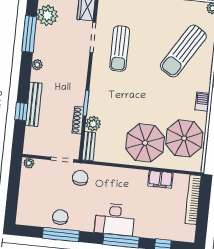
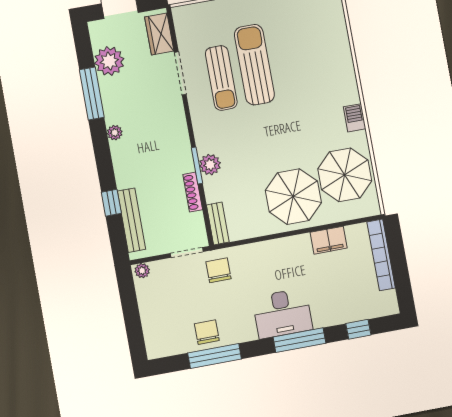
sun lounger: (183, 51) -> (254, 65), moved, turned 148
bench: (34, 104) -> (131, 220), moved
plant: (93, 124) -> (210, 165), moved

